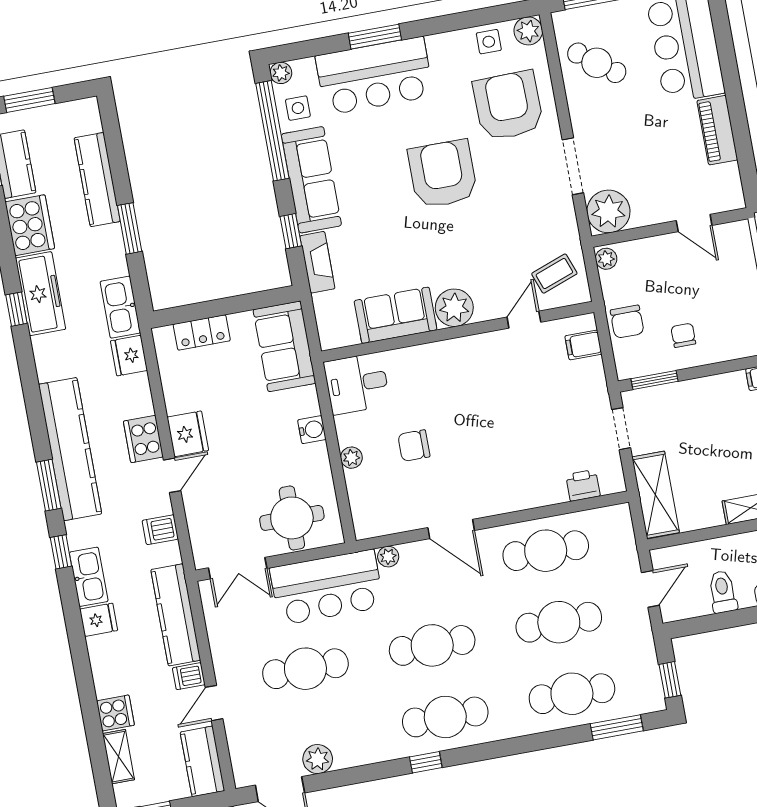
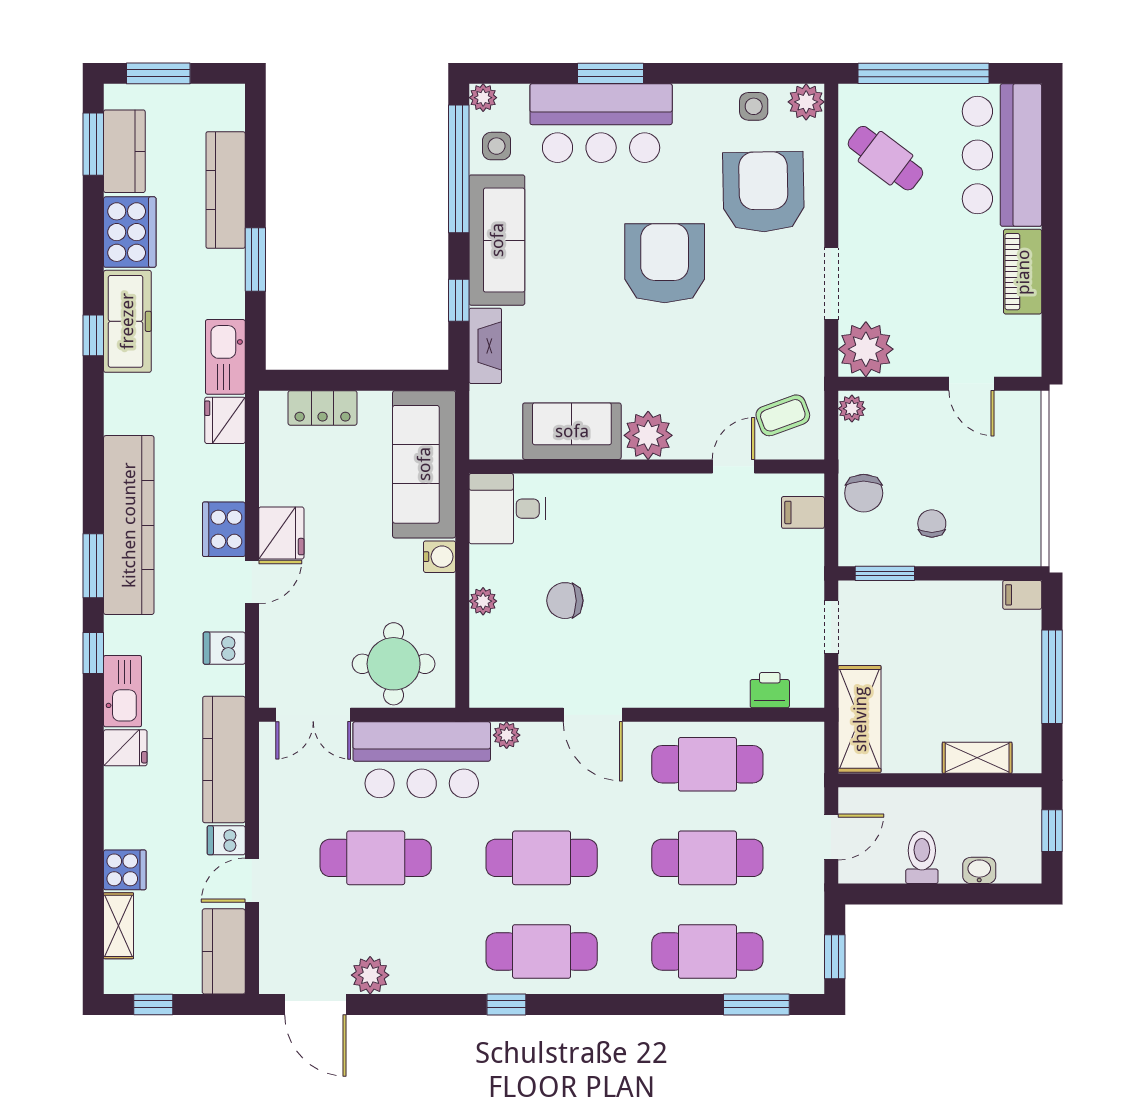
sofa: (284, 346) -> (424, 464), width x1.36

